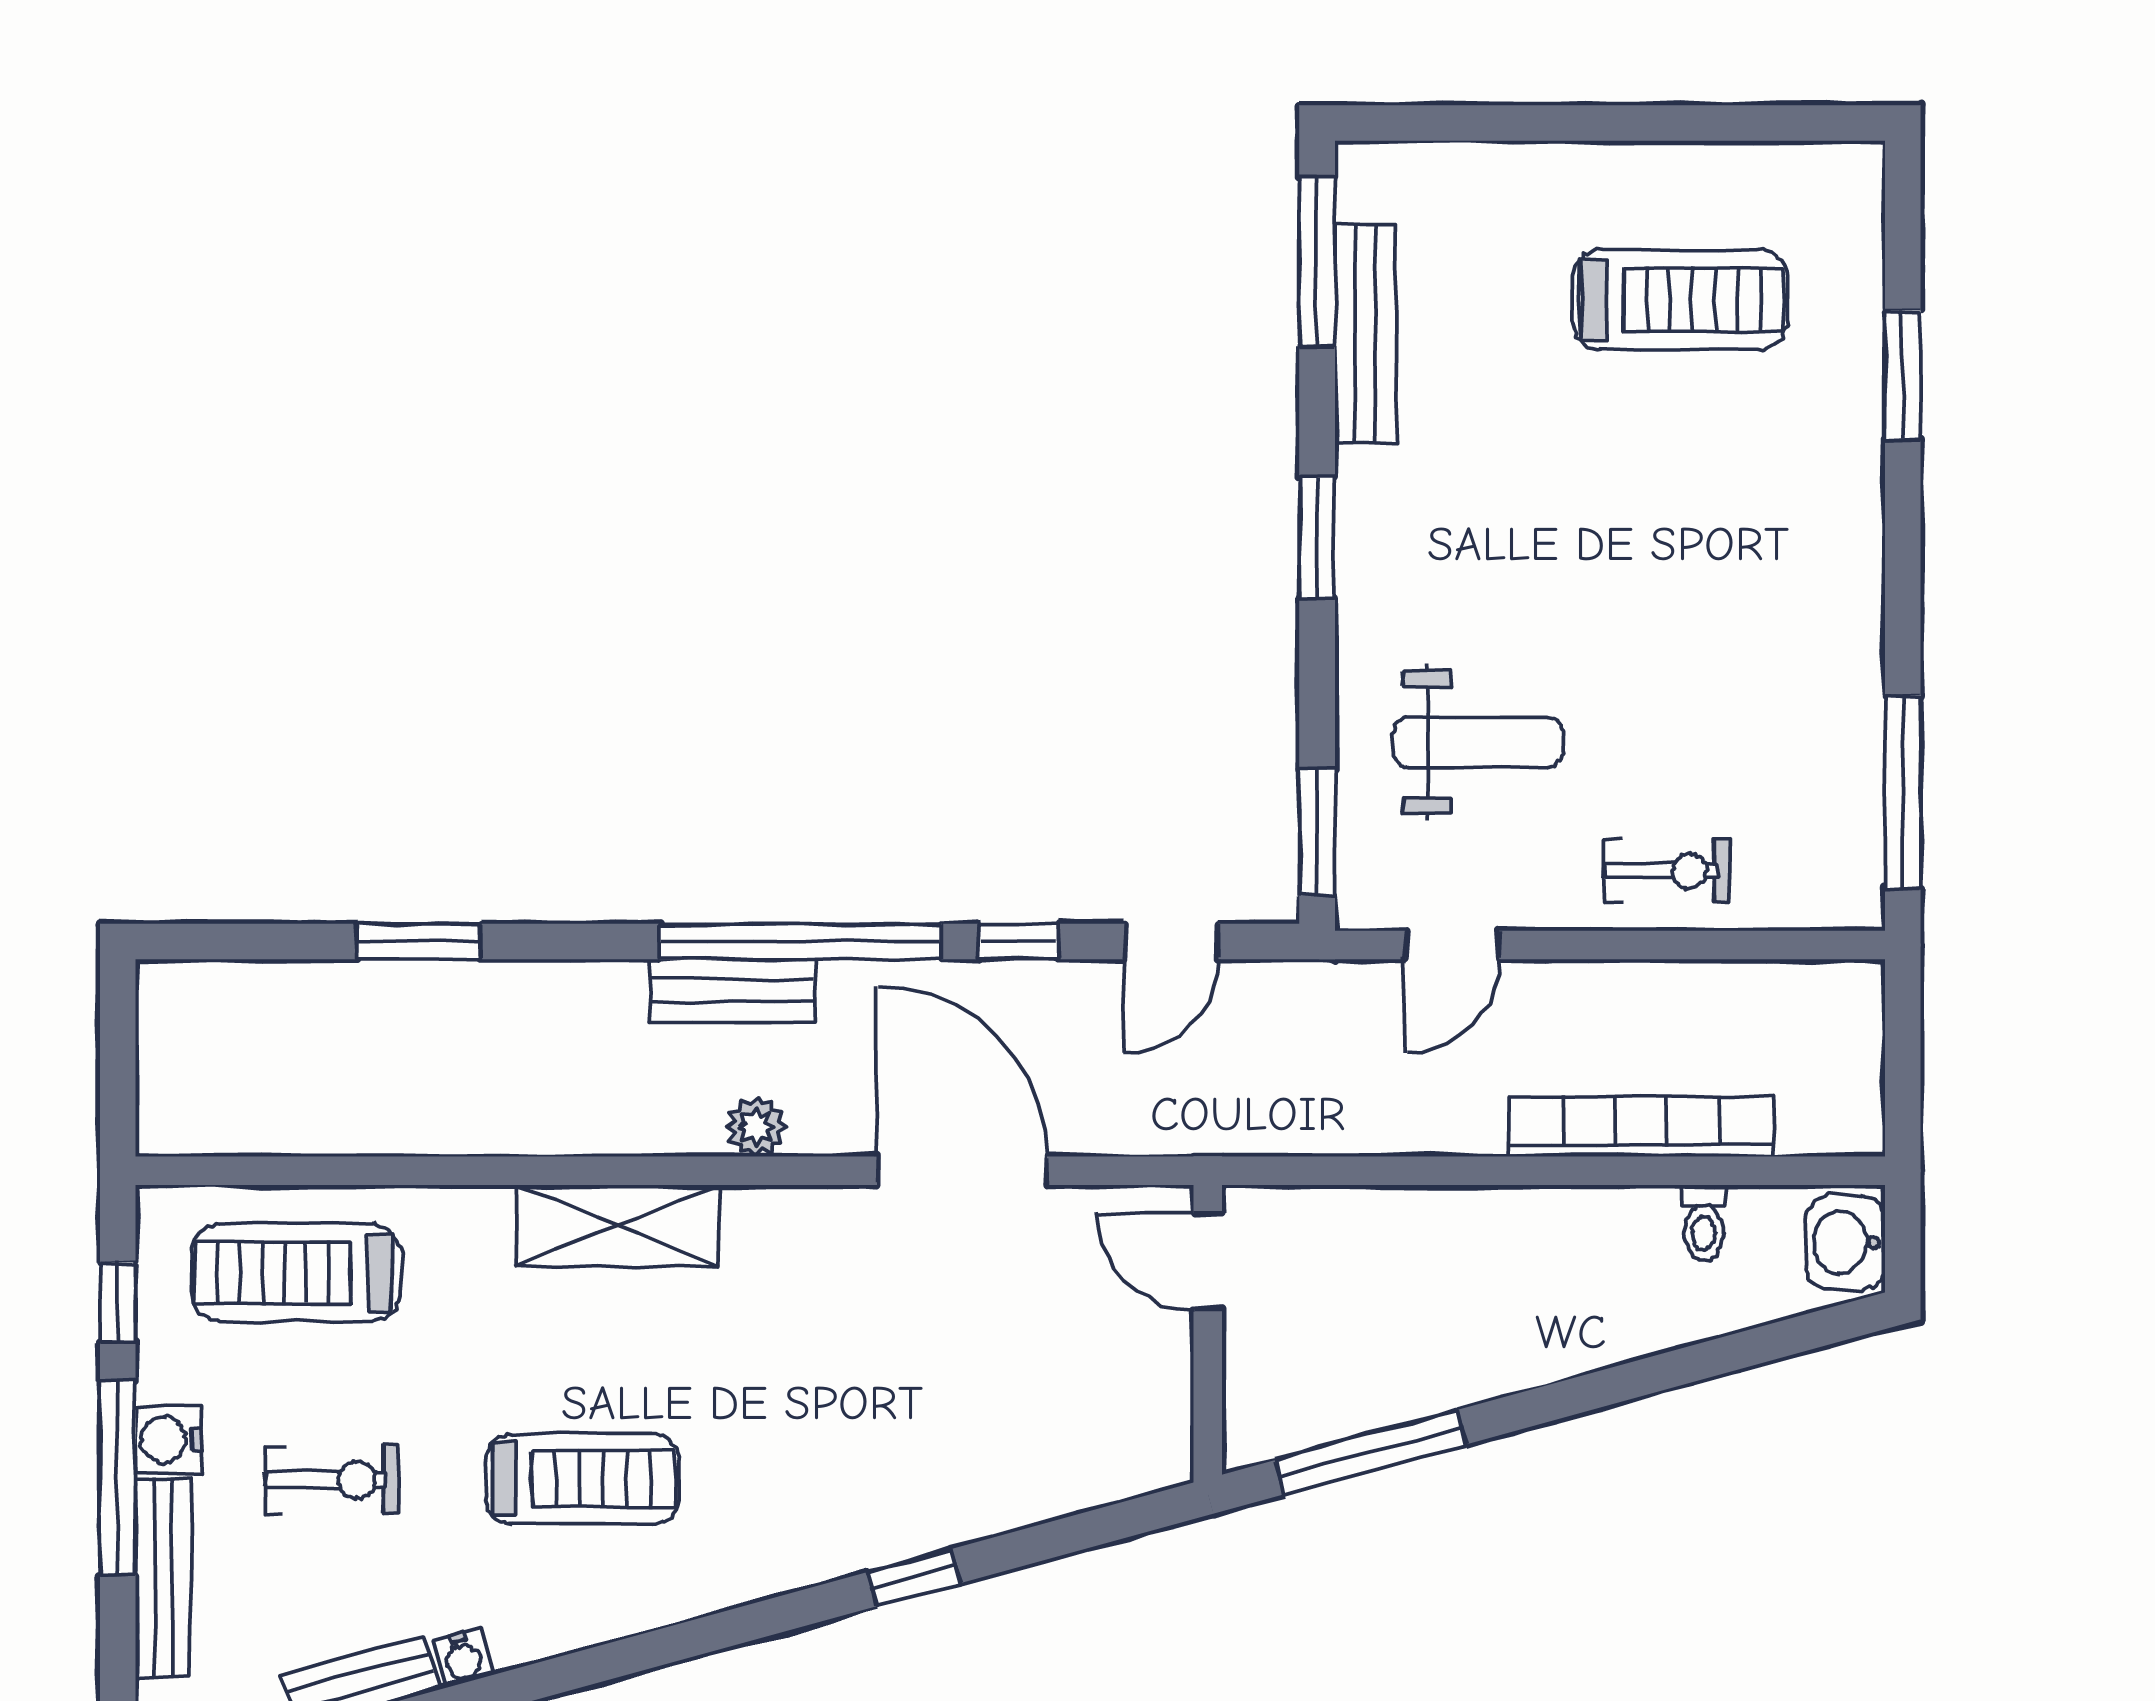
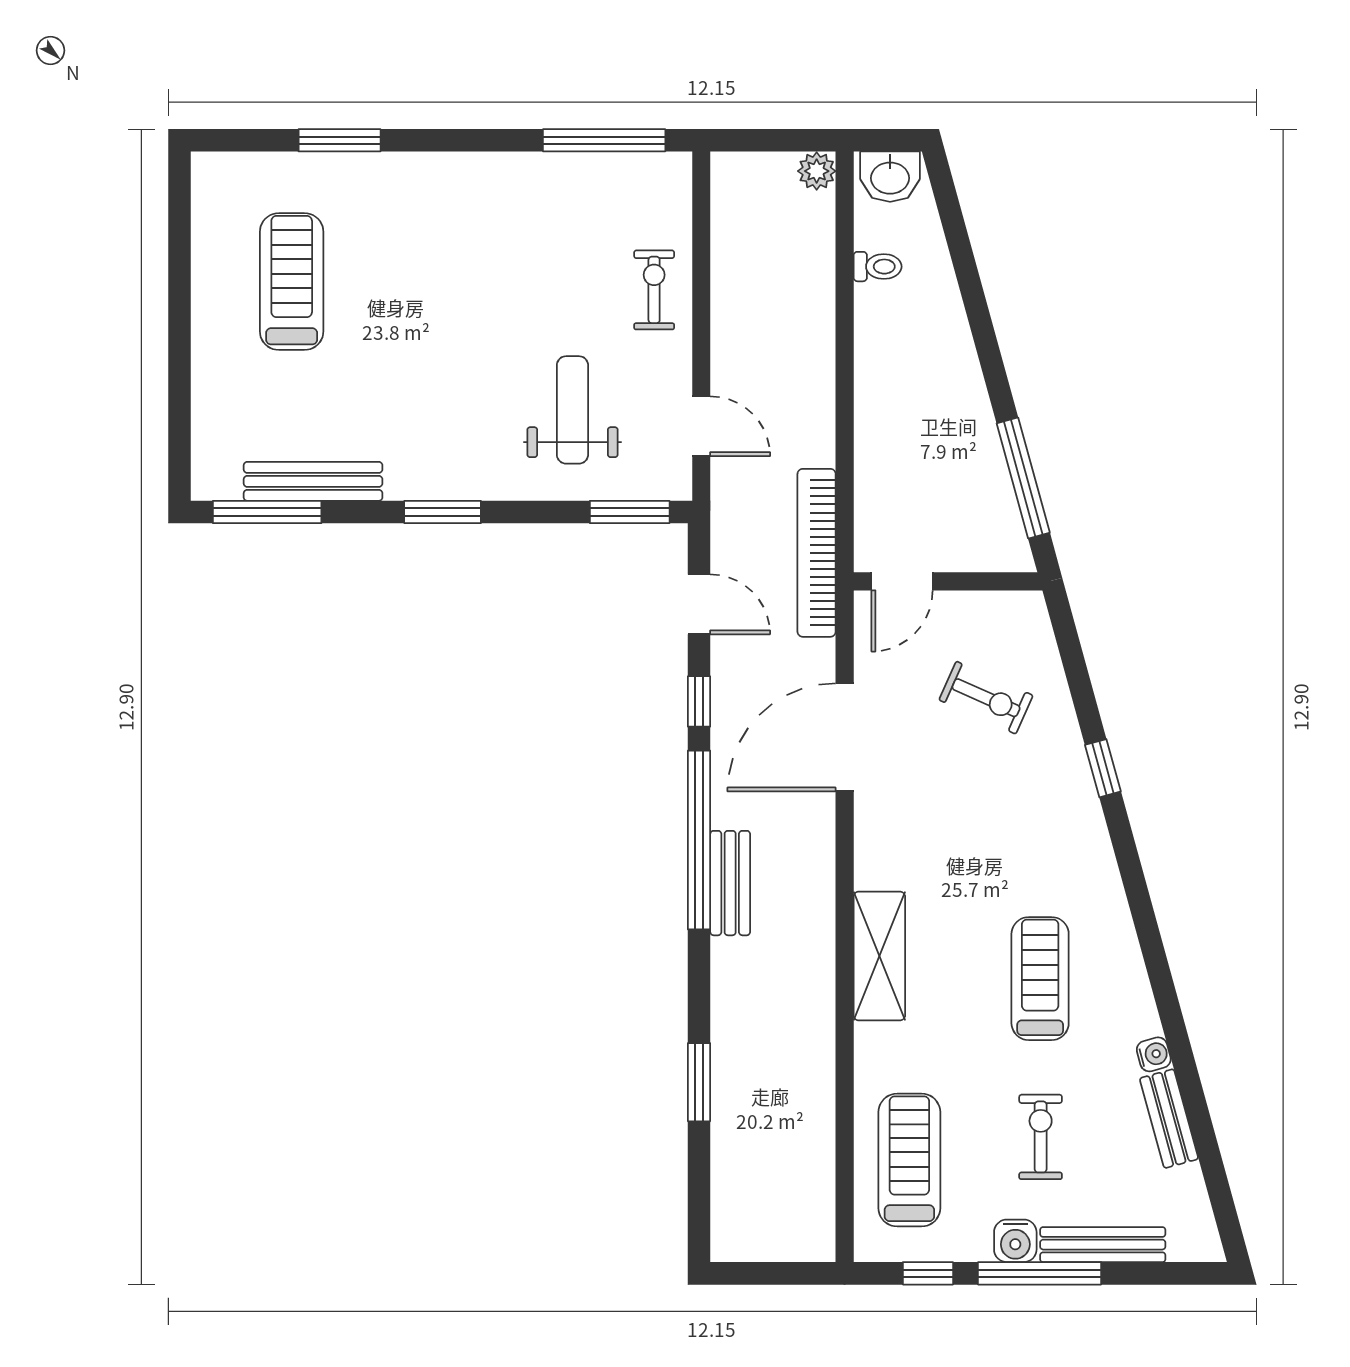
plant: (756, 1127) -> (817, 171), moved
bookcase: (1641, 1127) -> (817, 553), moved
treadmill: (296, 1273) -> (909, 1160), turned 180
exercise bike: (1025, 1394) -> (986, 698), added

